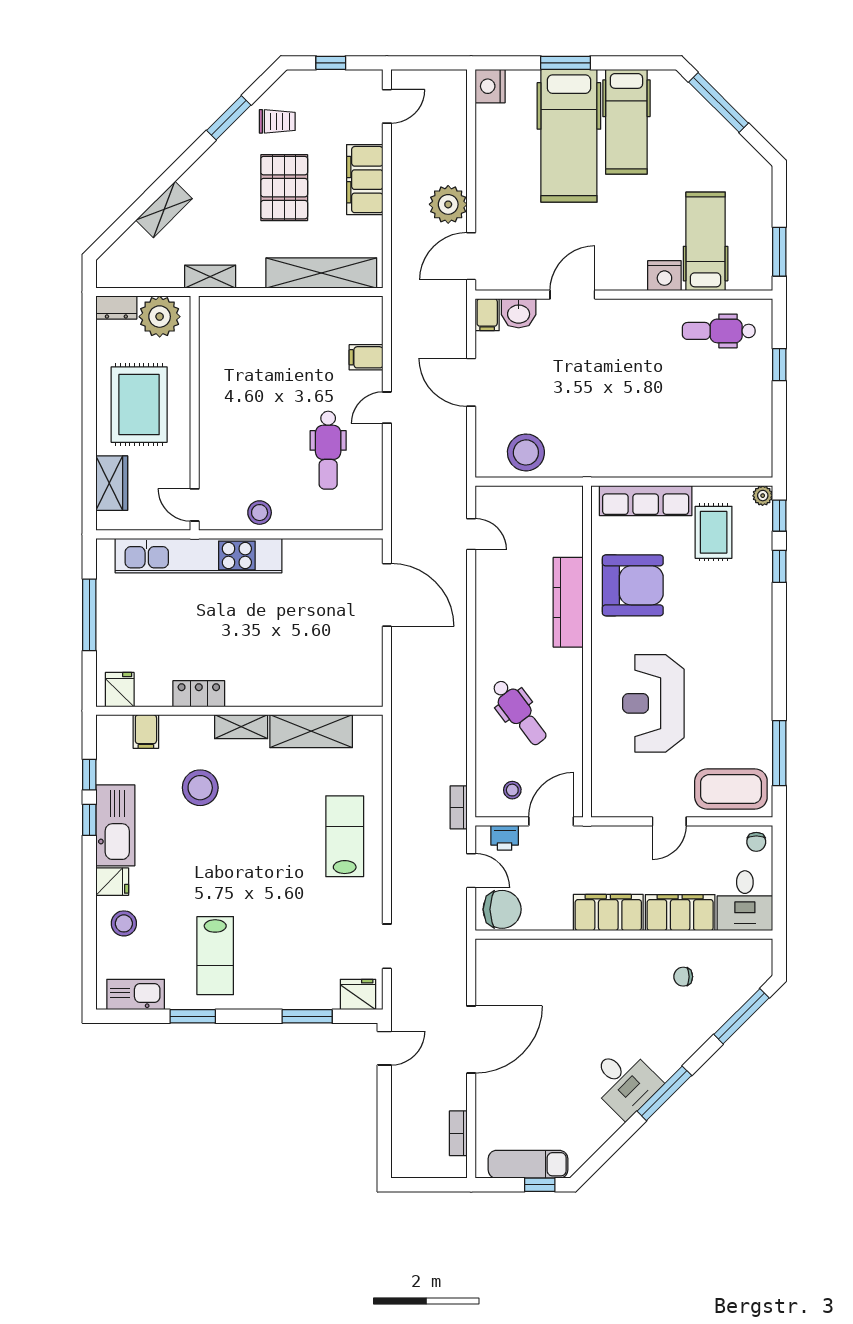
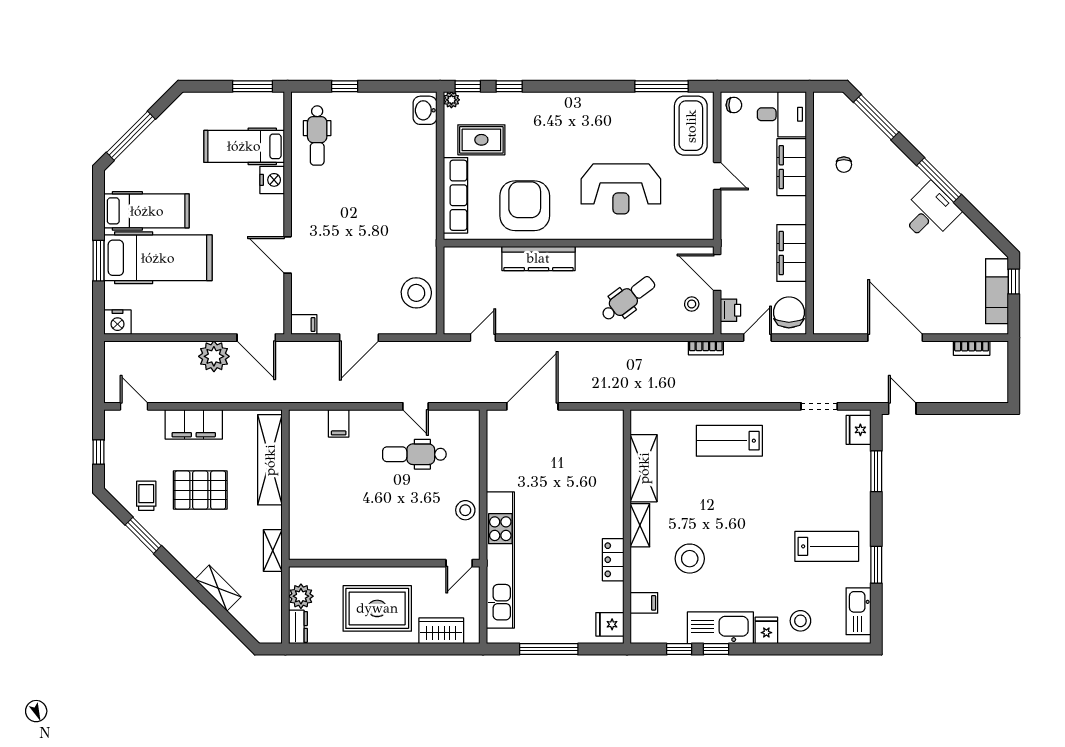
washbasin: (519, 313) -> (425, 110), moved, turned 180
plant: (160, 317) -> (301, 596), width x0.73, depth x0.73
door: (387, 408) -> (416, 406), moved
dental chair: (328, 450) -> (414, 454), turned 180
filing cabinet: (608, 913) -> (792, 253), moved

